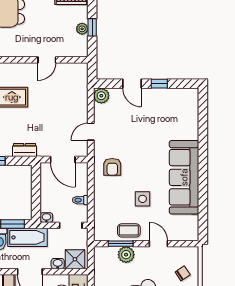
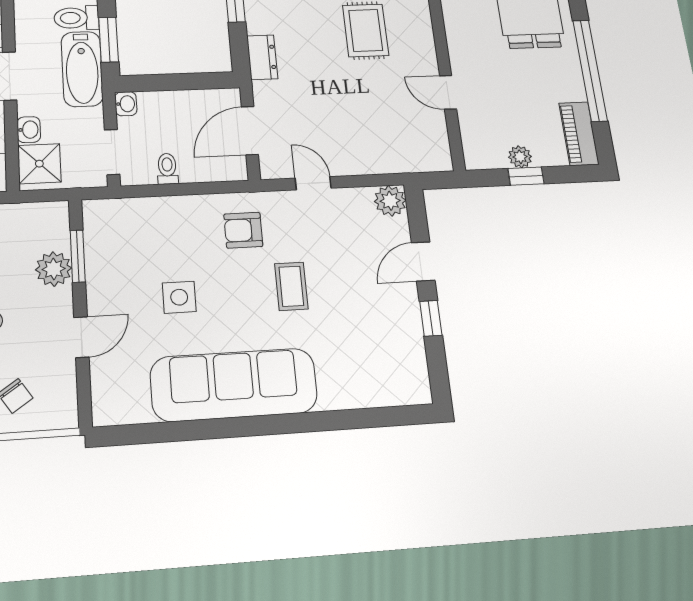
coffee table: (129, 230) -> (291, 286), moved

